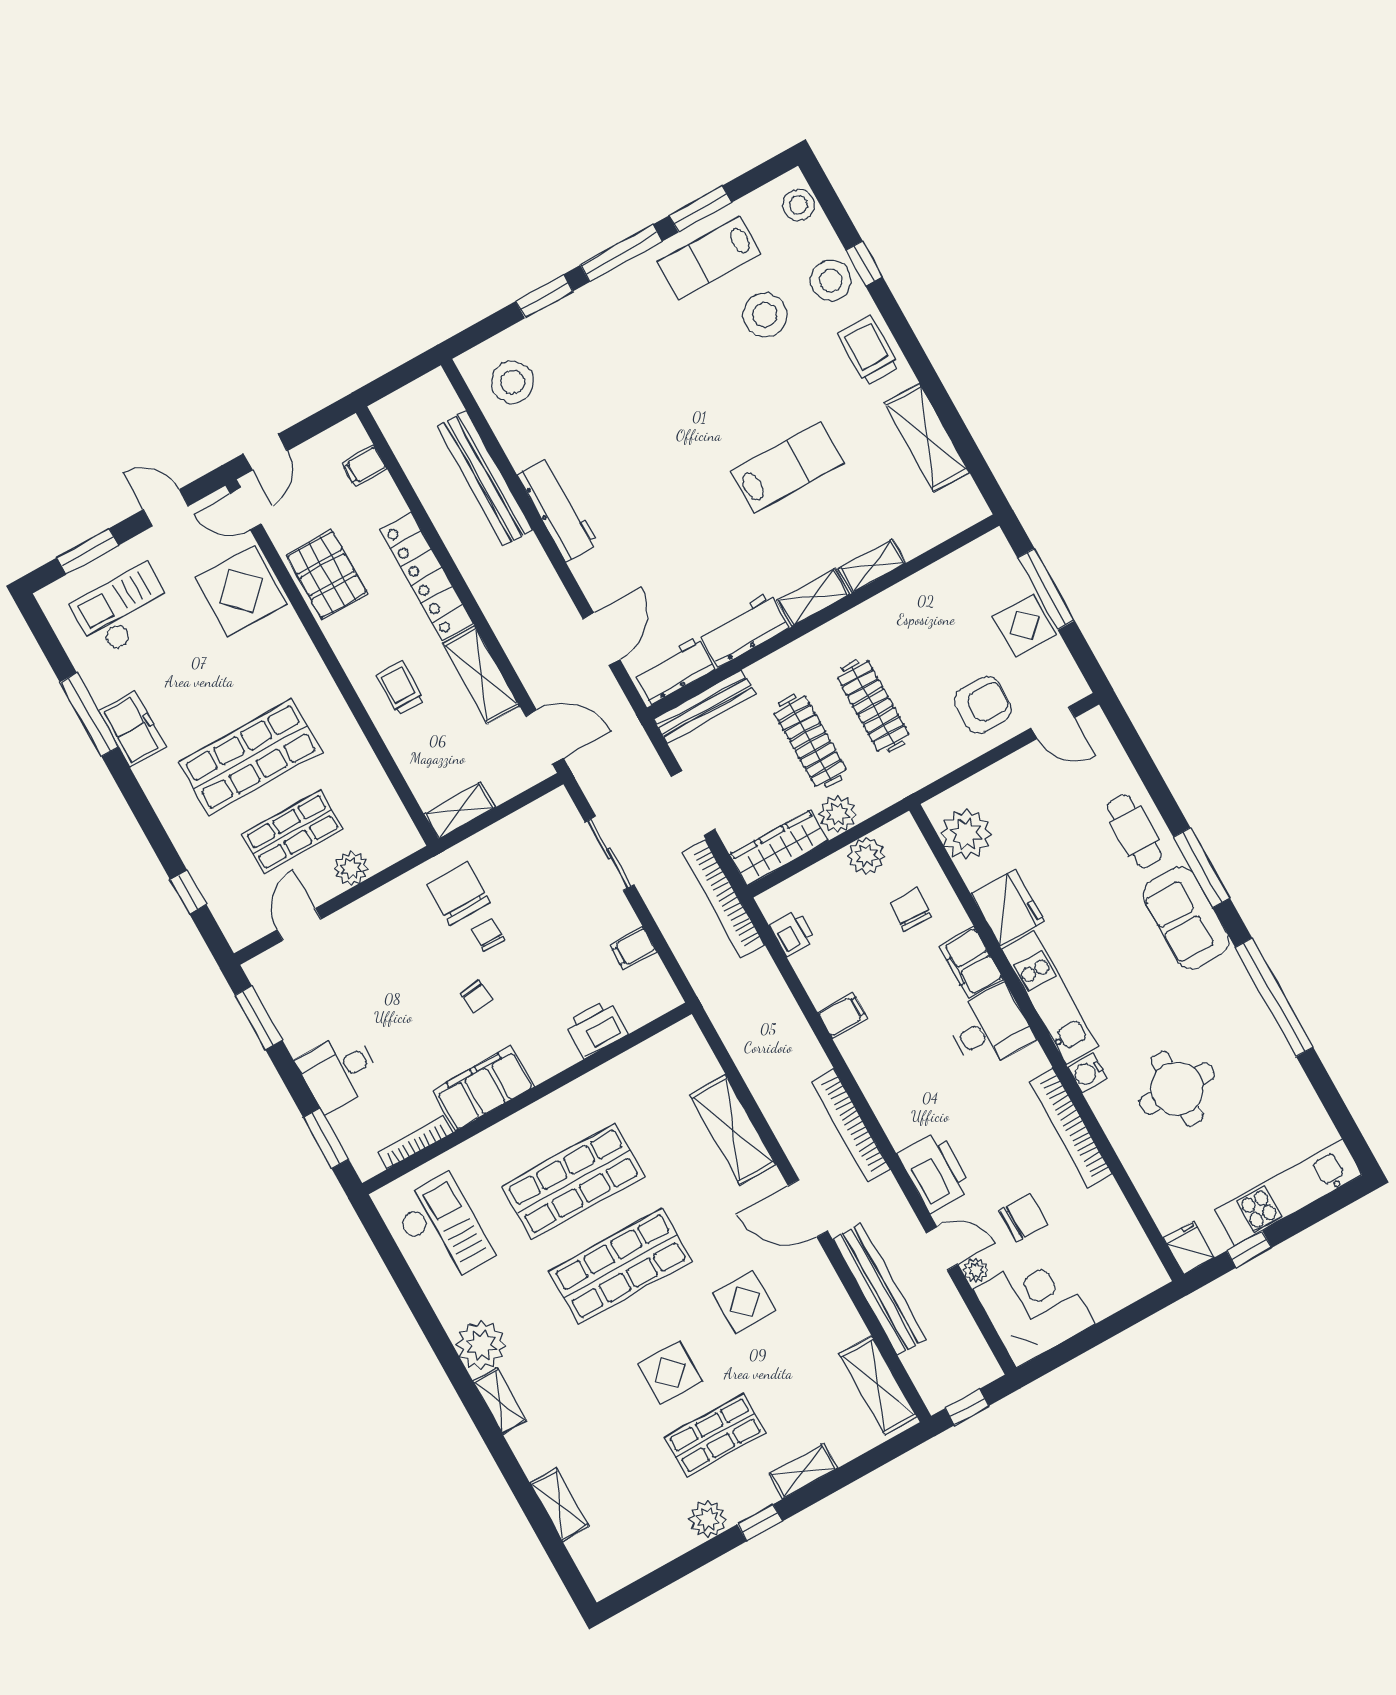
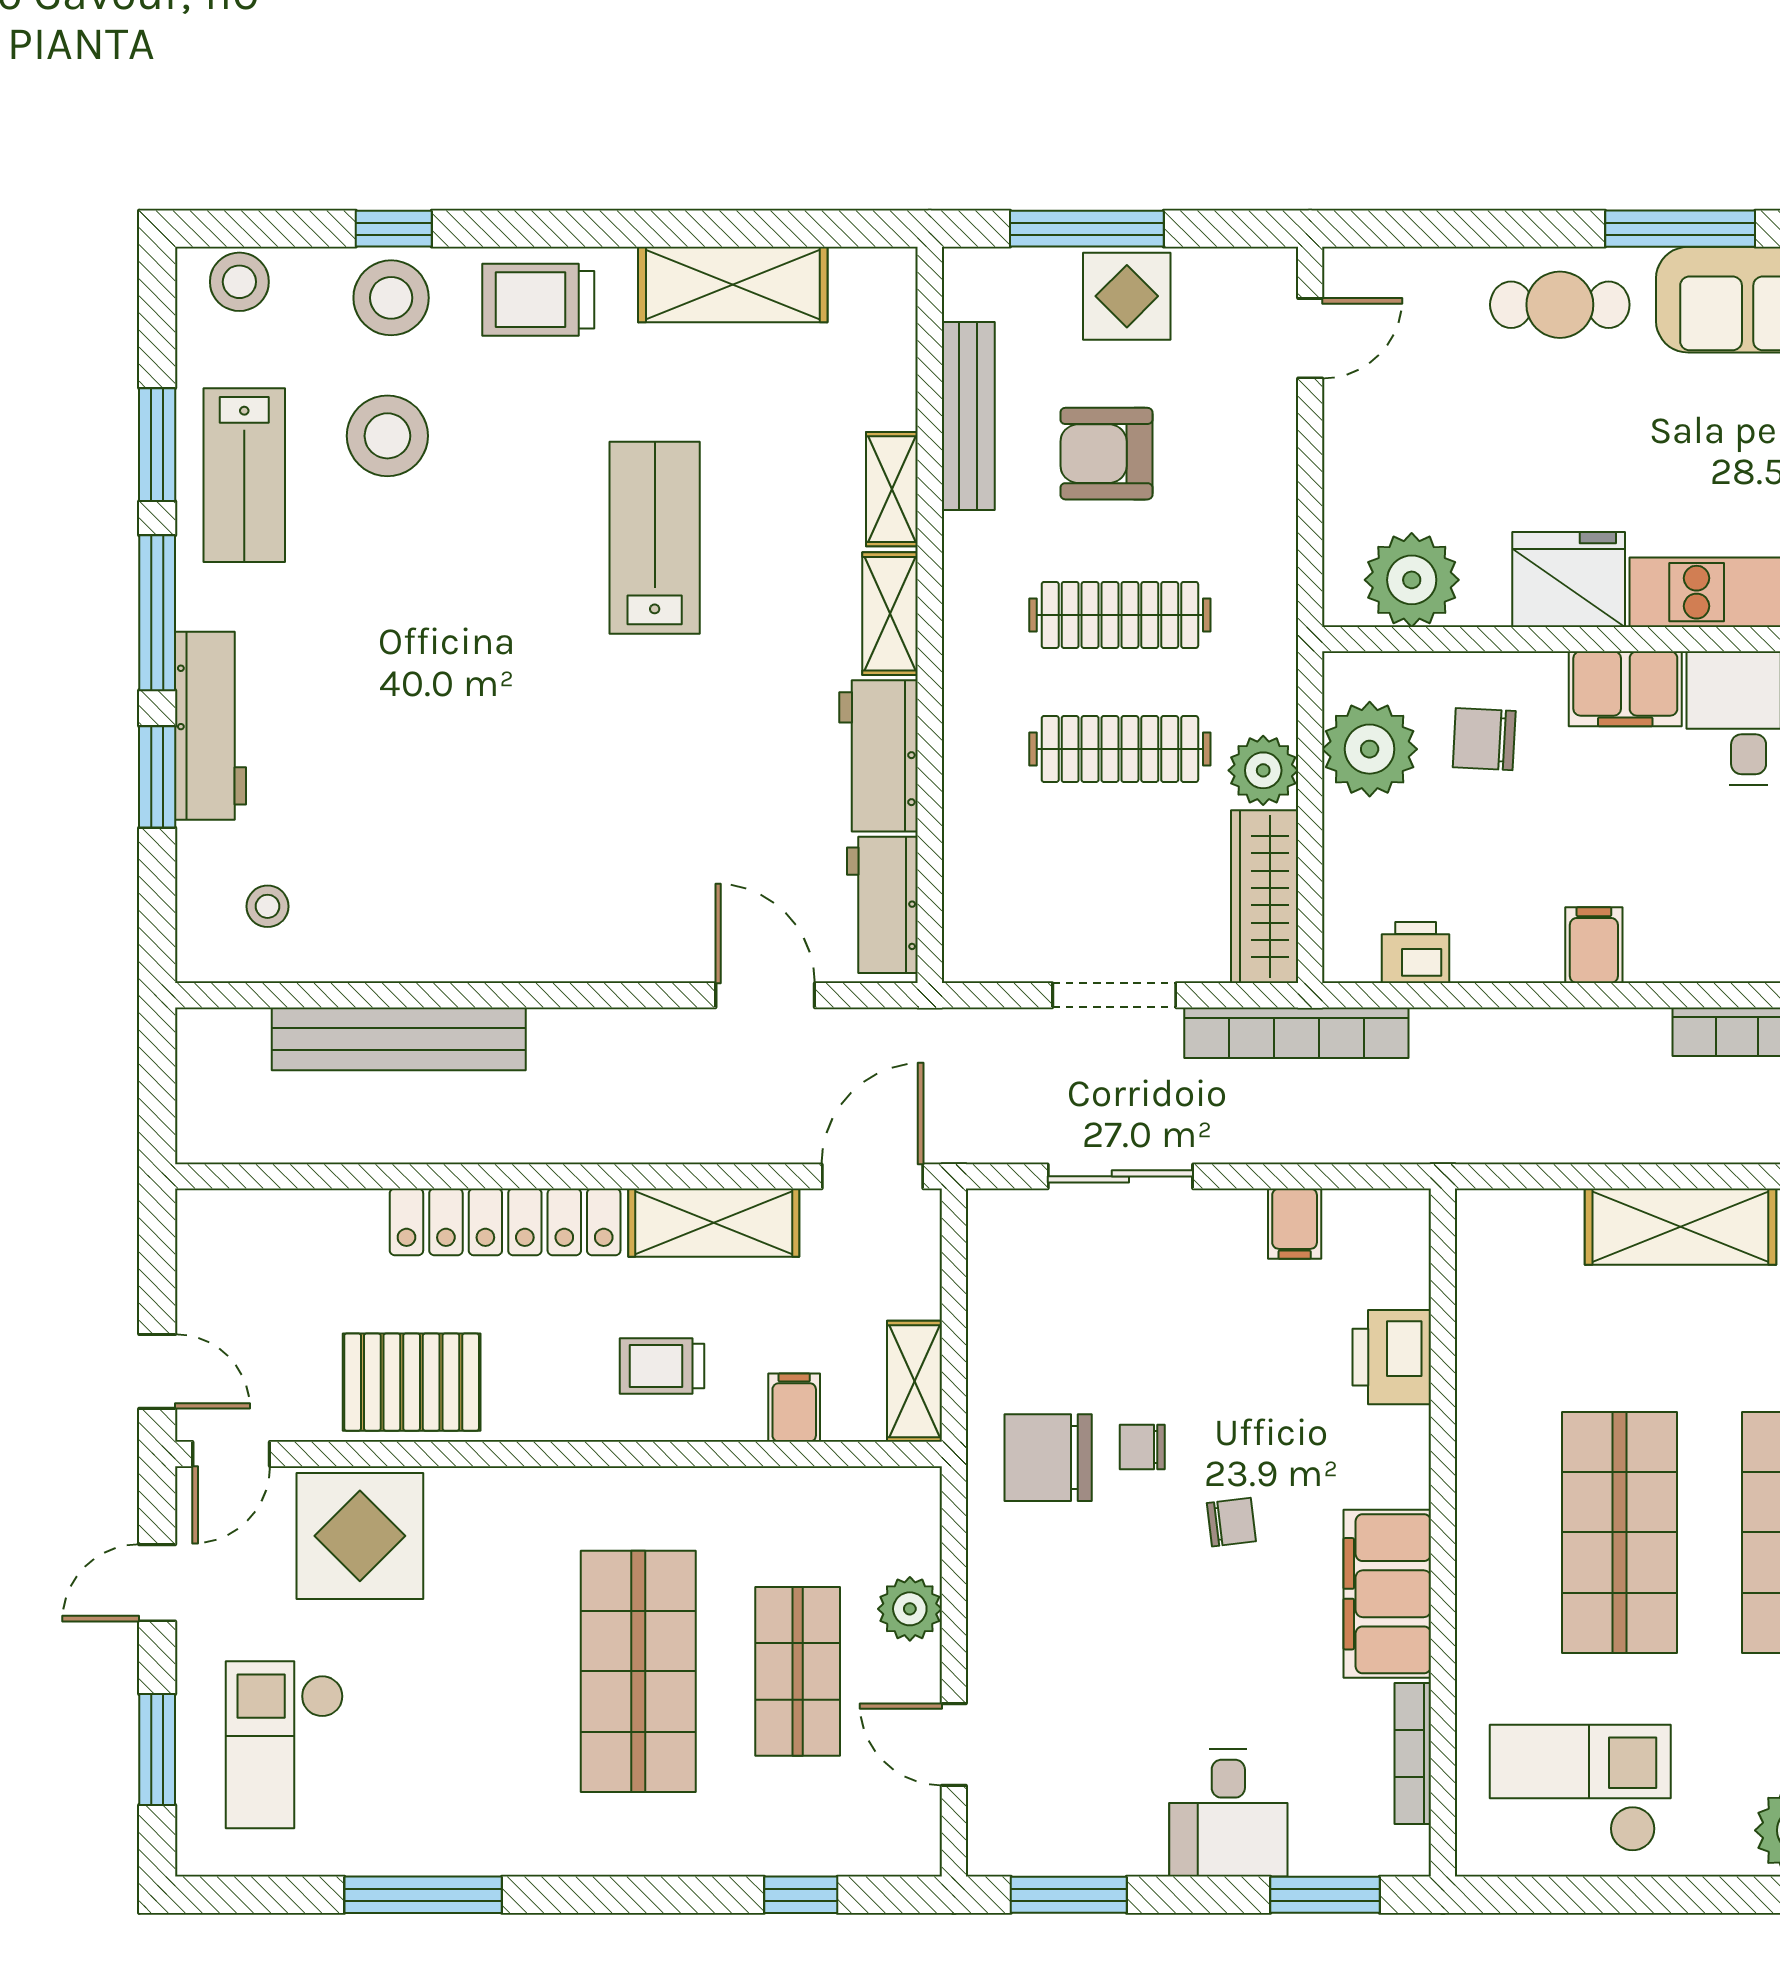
stool: (513, 382) -> (268, 906), width x0.53, depth x0.53
filing cabinet: (364, 466) -> (794, 1408), moved, turned 180
workbench: (558, 509) -> (211, 726), moved, turned 90
armchair: (983, 705) -> (1106, 454), moved, turned -90
bench: (705, 707) -> (968, 416), moved
freezer: (132, 729) -> (486, 1838), removed
plant: (866, 856) -> (1370, 749), width x1.36, depth x1.36

